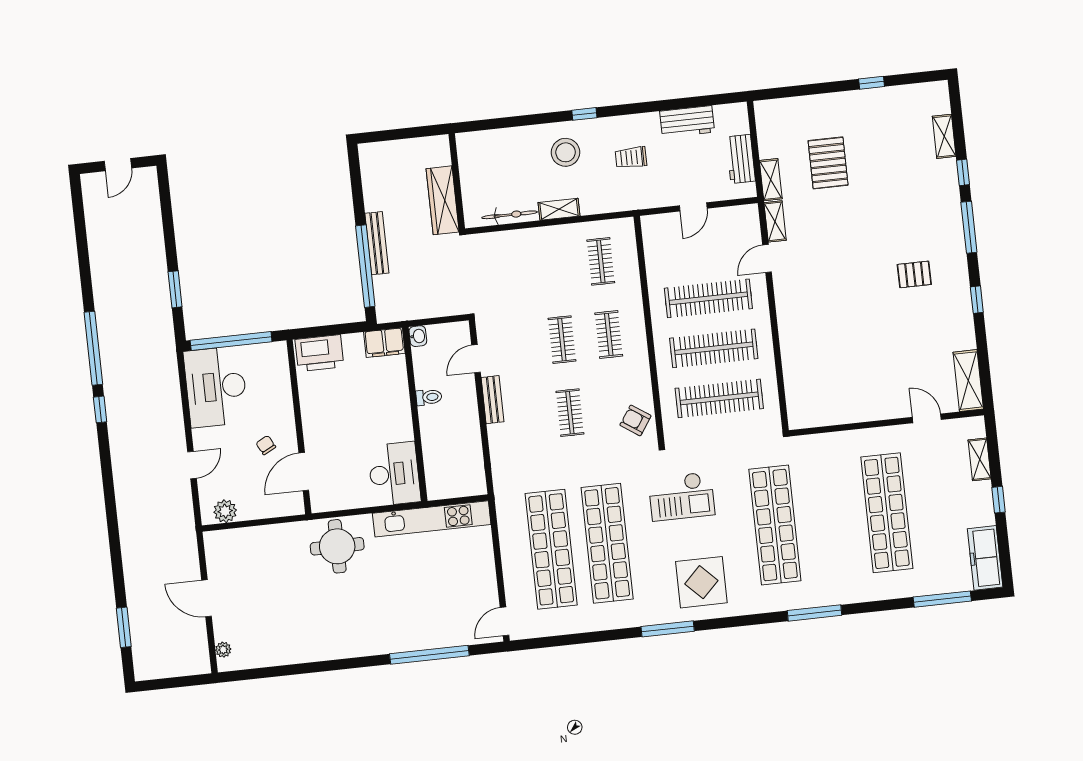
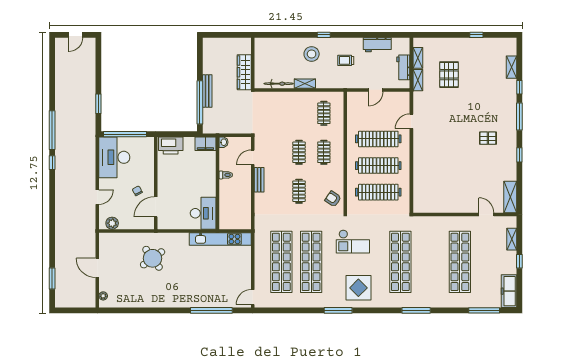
shelving: (775, 221) -> (418, 58), moved
round table: (337, 546) -> (153, 258), moved, turned -36

